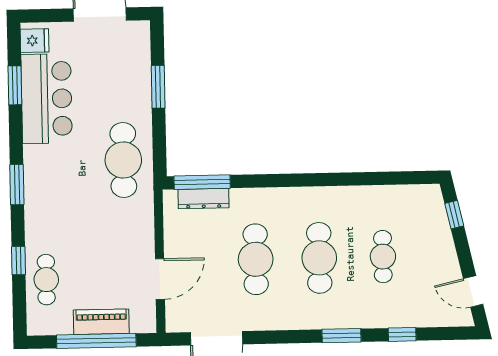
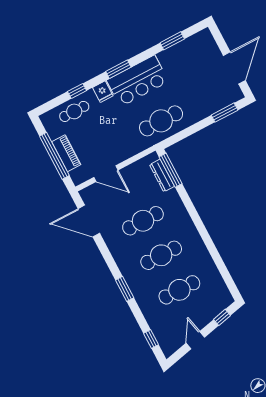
fridge: (35, 41) -> (103, 92), moved
window: (158, 87) -> (225, 113), moved
bar counter: (47, 99) -> (138, 81), moved
cafe table: (383, 257) -> (179, 290), width x1.37, depth x1.35
door: (473, 291) -> (195, 340), moved
window: (402, 334) -> (151, 339), moved

